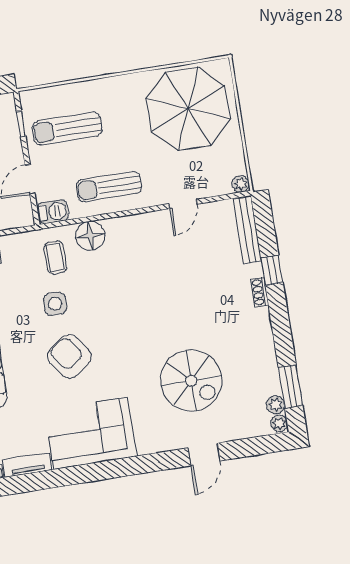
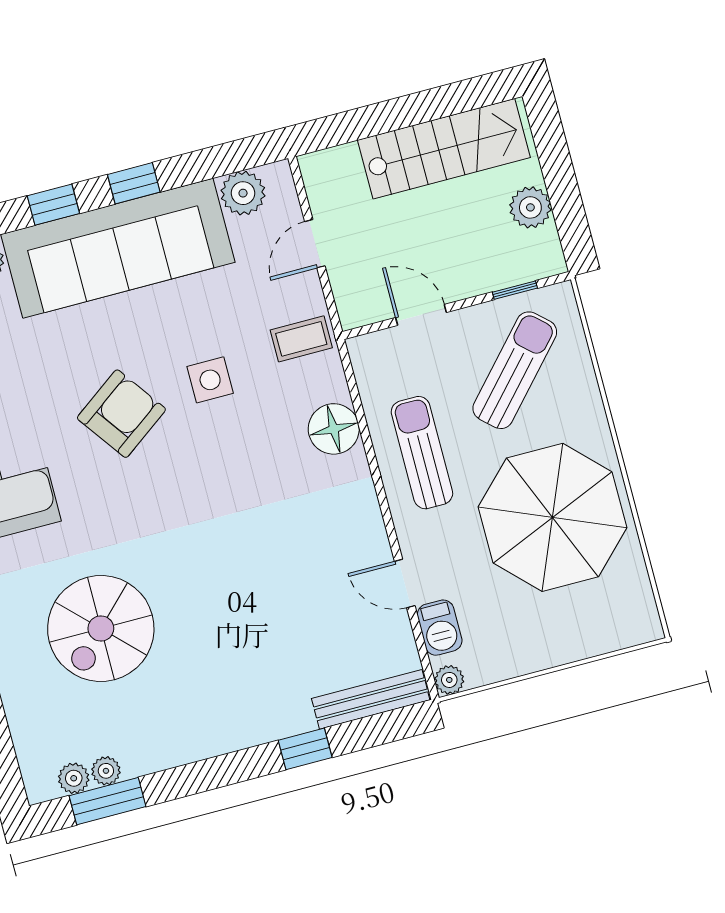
parasol: (188, 109) -> (552, 517), moved
sun lounger: (67, 129) -> (515, 370), turned 42
barbecue: (53, 212) -> (440, 628), moved
coffee table: (55, 257) -> (301, 339), moved
shoe rack: (260, 292) -> (266, 731), removed
plant: (279, 423) -> (106, 771), moved

